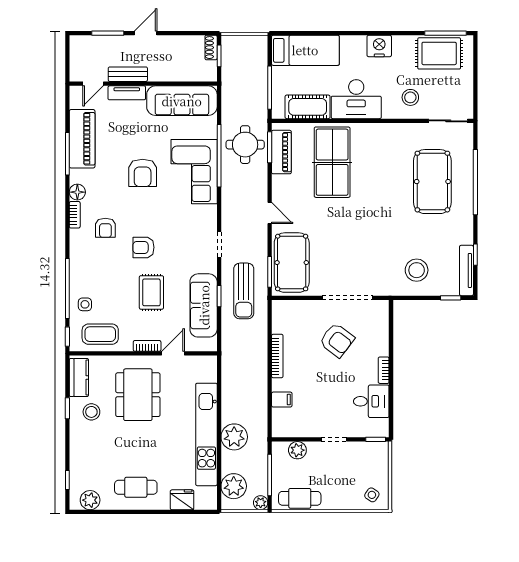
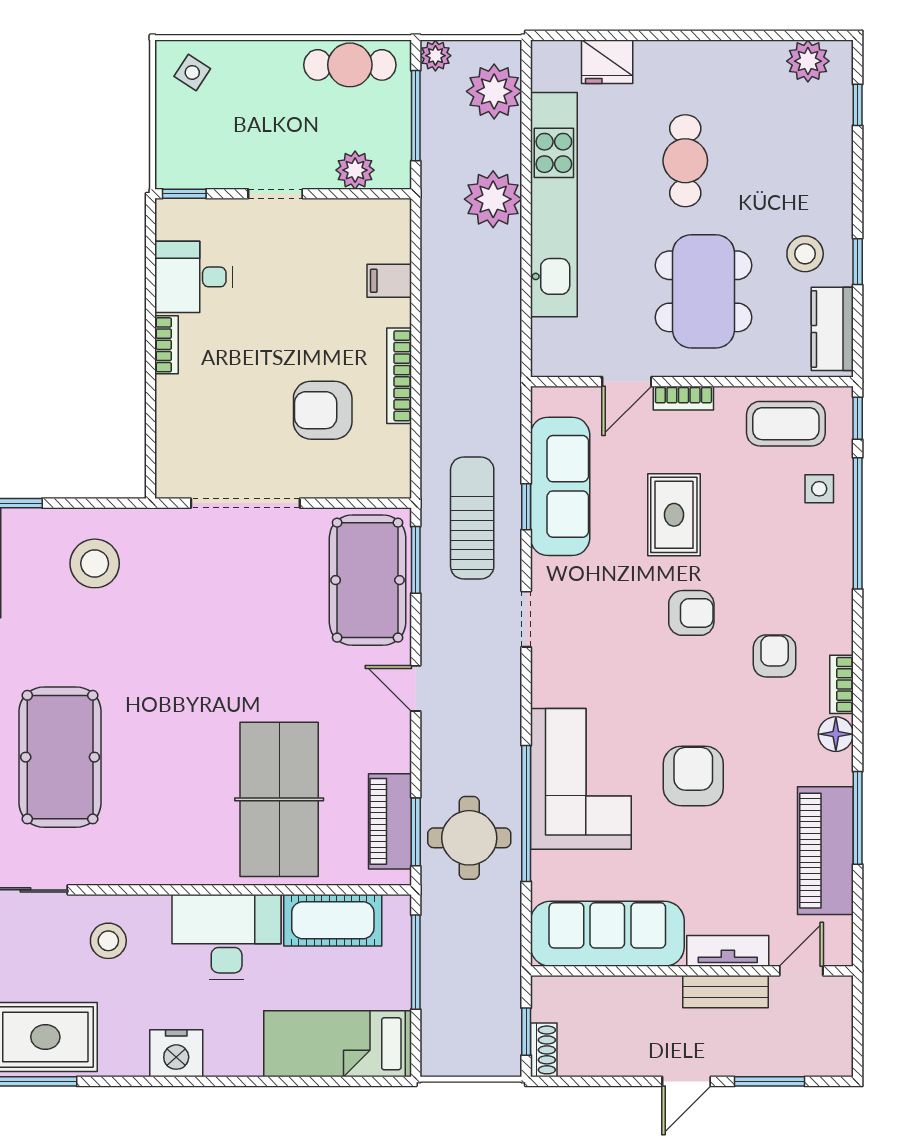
armchair: (337, 340) -> (323, 410), moved, turned -37
cafe table: (136, 487) -> (685, 161), moved, turned 90

